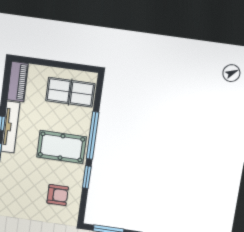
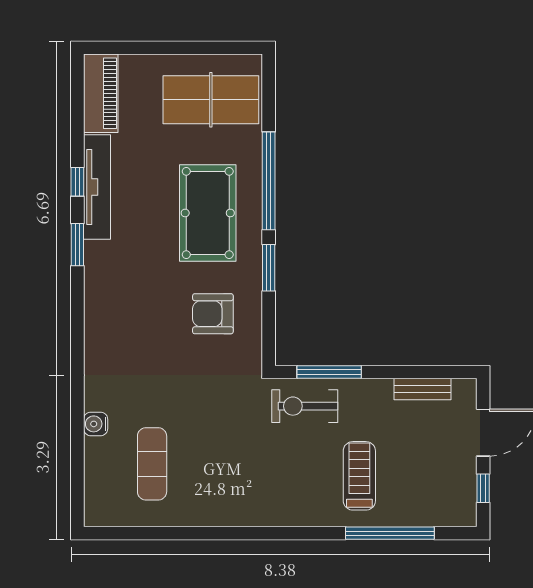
pool table: (61, 147) -> (208, 213), turned 90
armchair: (58, 195) -> (213, 314), turned 180

